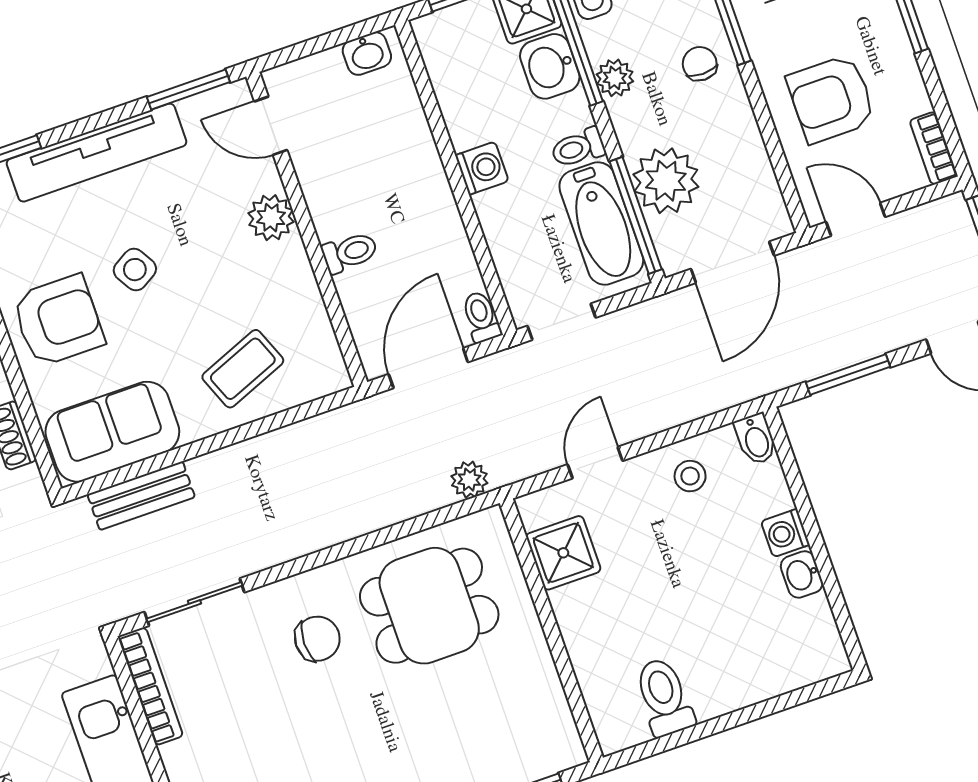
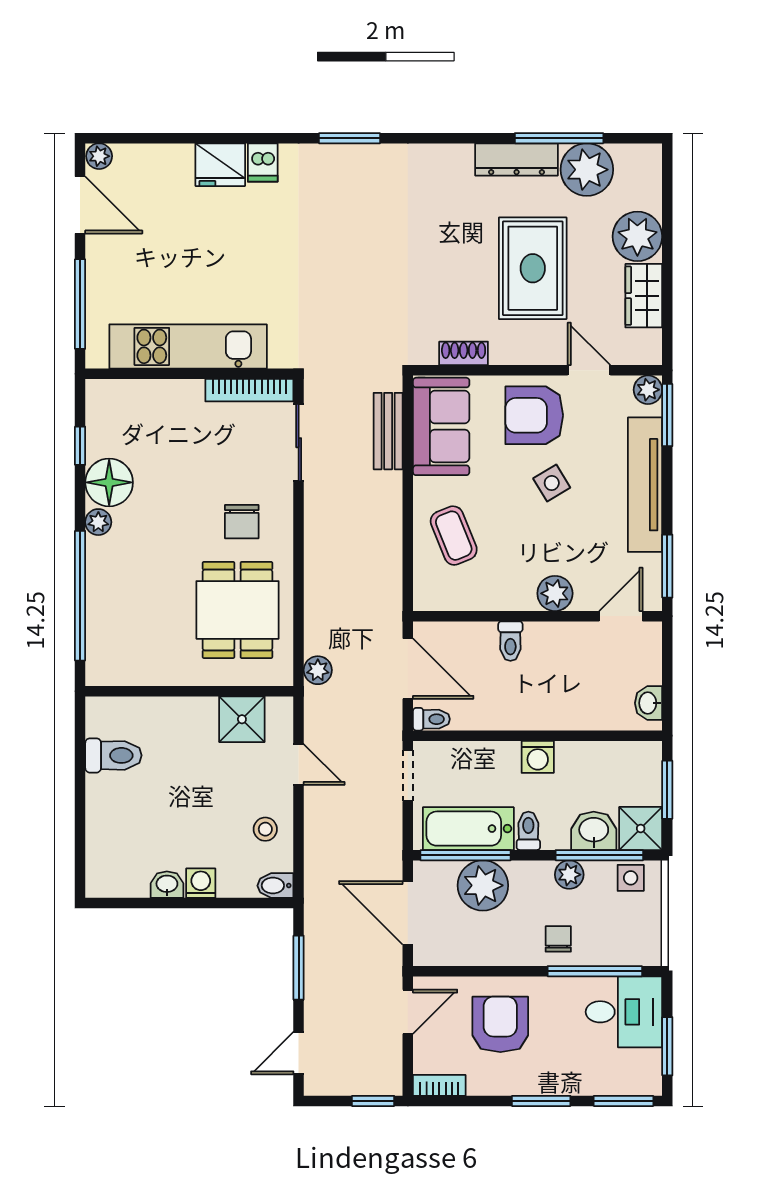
chair: (700, 64) -> (558, 939), turned -90
armchair: (58, 321) -> (534, 415), turned 90

